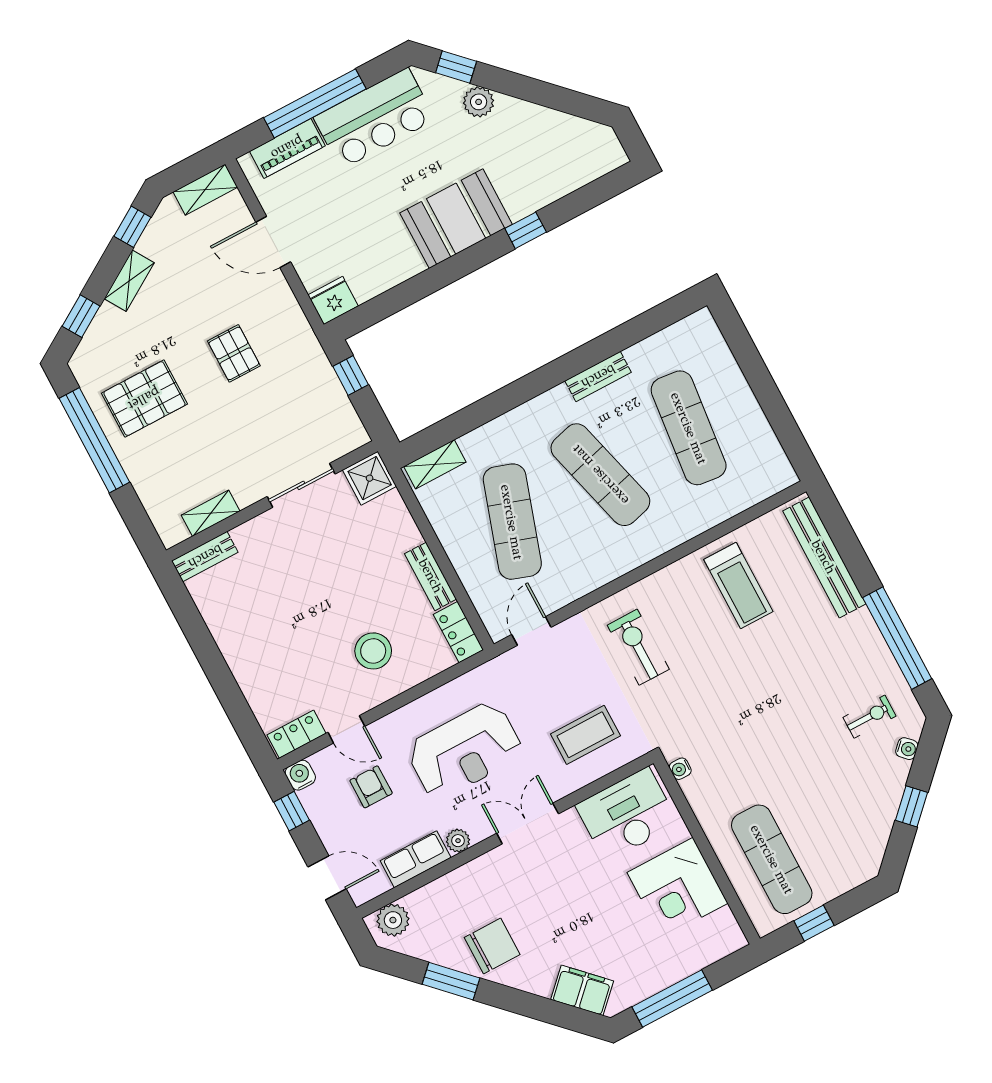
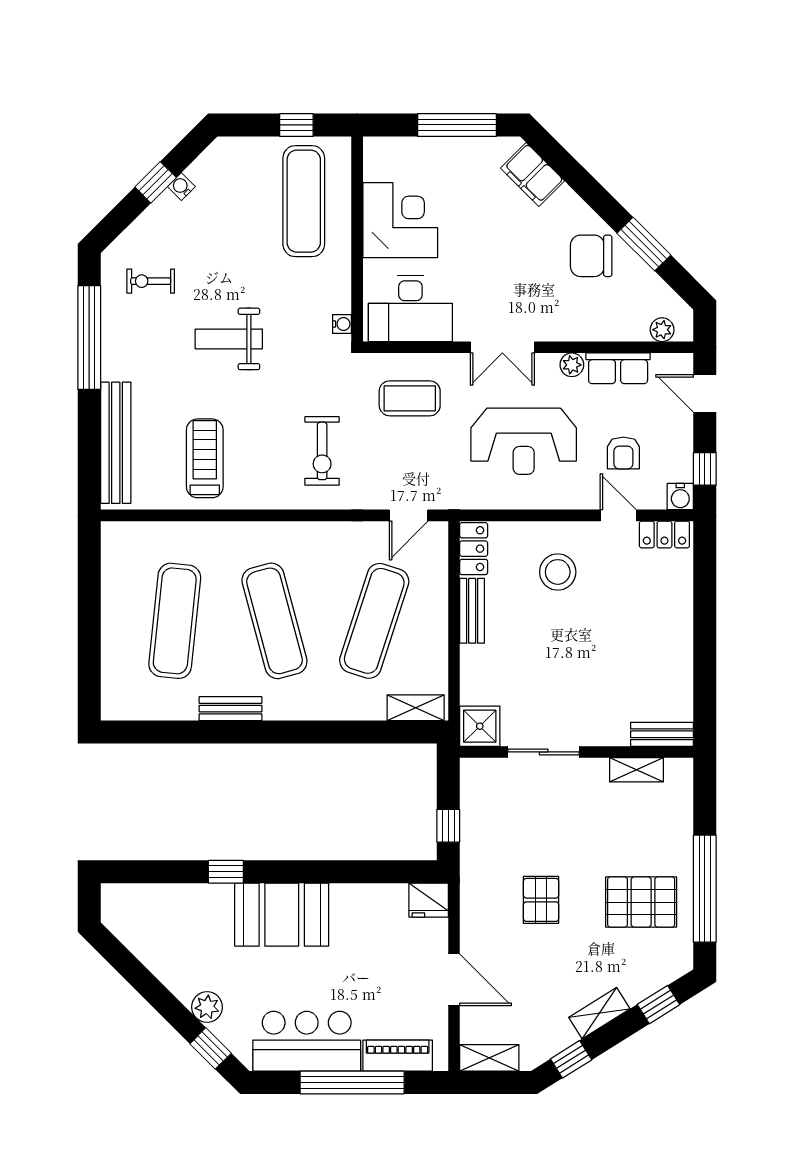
weight bench: (773, 702) -> (229, 339), added
water cooler: (907, 749) -> (181, 187), moved
reception desk: (465, 751) -> (524, 441), turned 180
plant: (393, 920) -> (662, 330), width x0.73, depth x0.73

